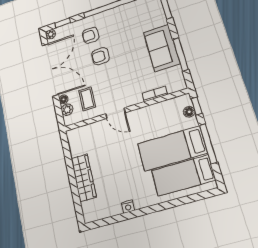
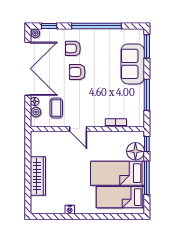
sofa: (162, 48) -> (133, 64), moved
floor lamp: (189, 112) -> (135, 151), width x1.89, depth x1.89

